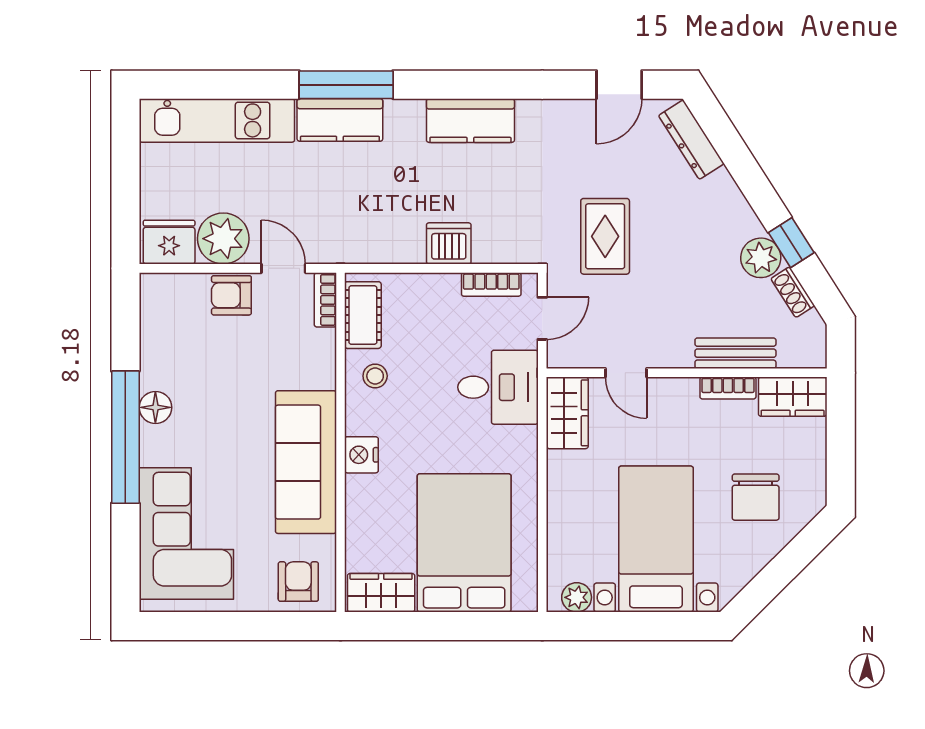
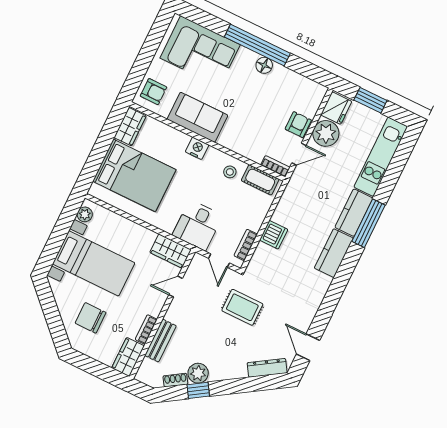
kitchen counter: (470, 121) -> (334, 253), moved
window: (125, 188) -> (370, 100), added
sofa: (306, 462) -> (197, 117), width x0.73

